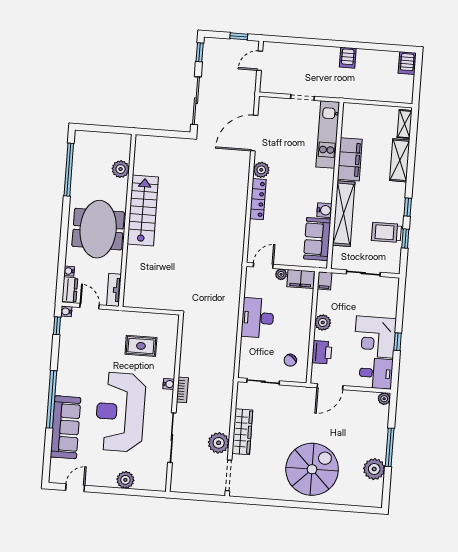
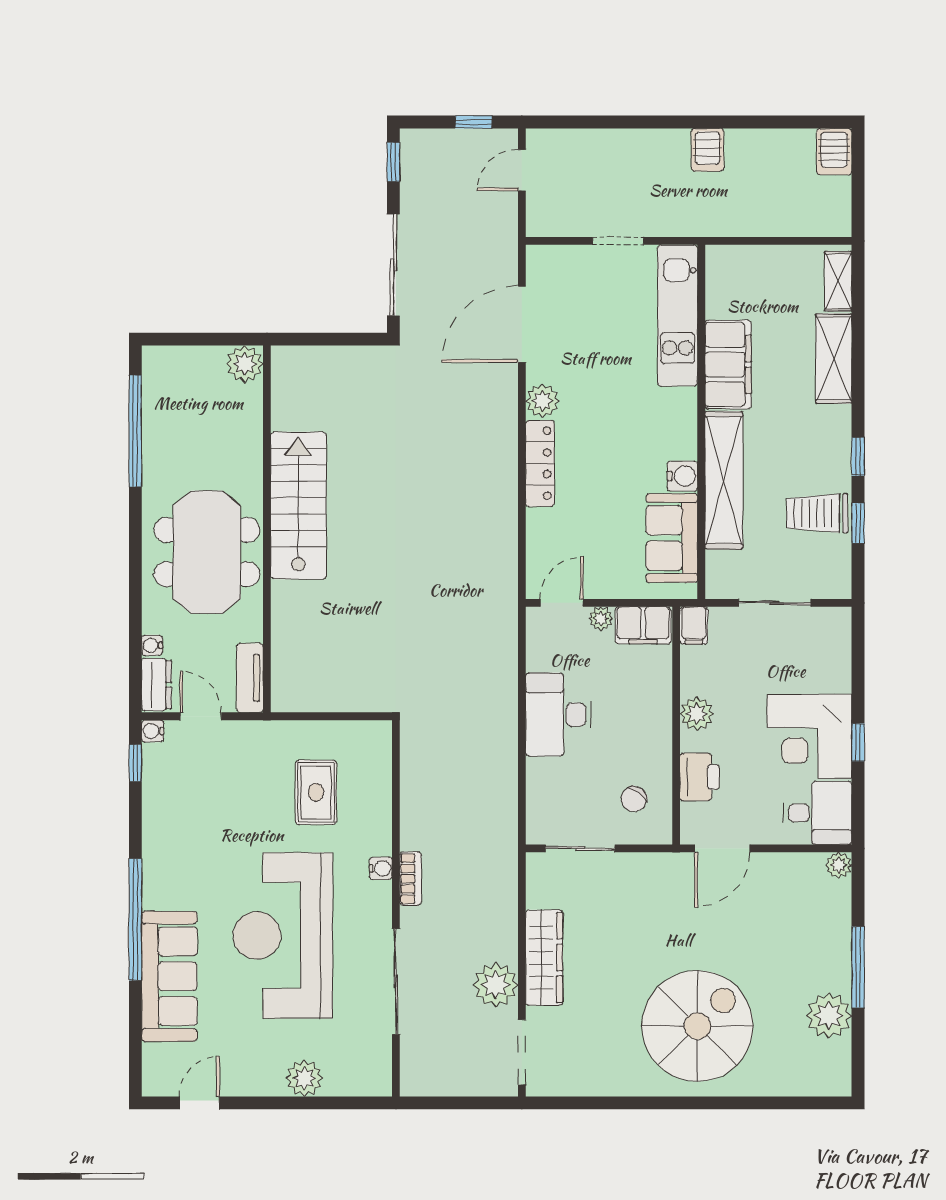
plant: (121, 169) -> (245, 364), moved
rug: (141, 346) -> (316, 792), turned 90

